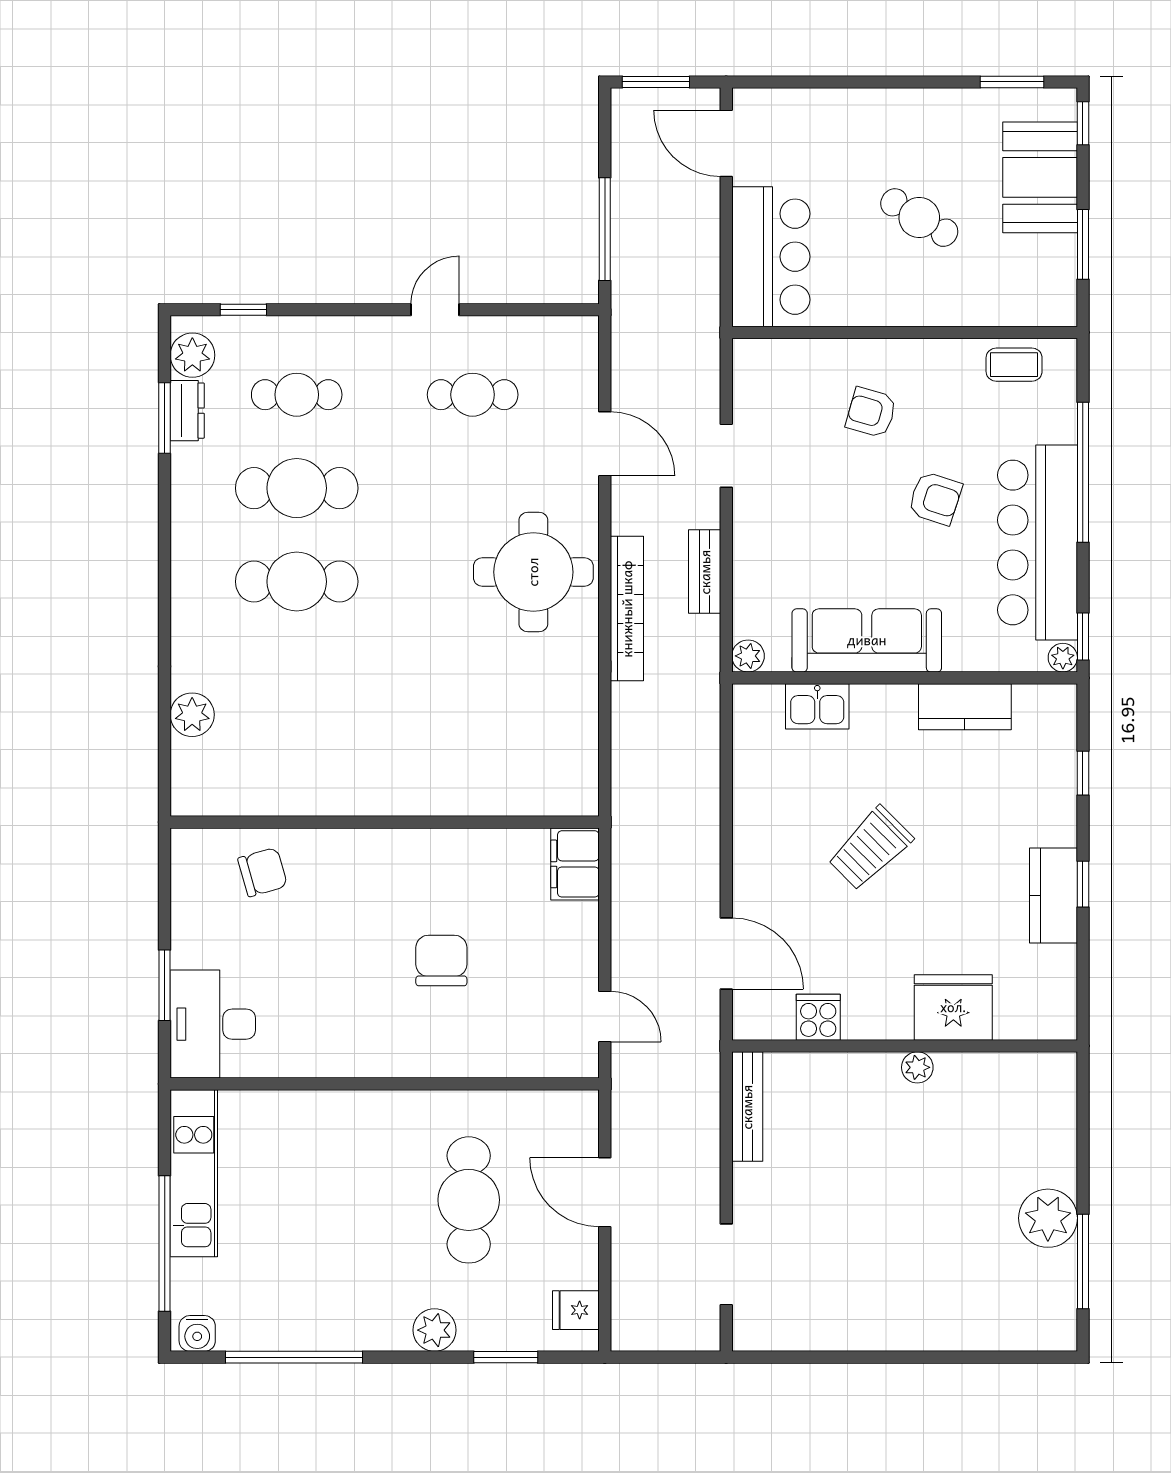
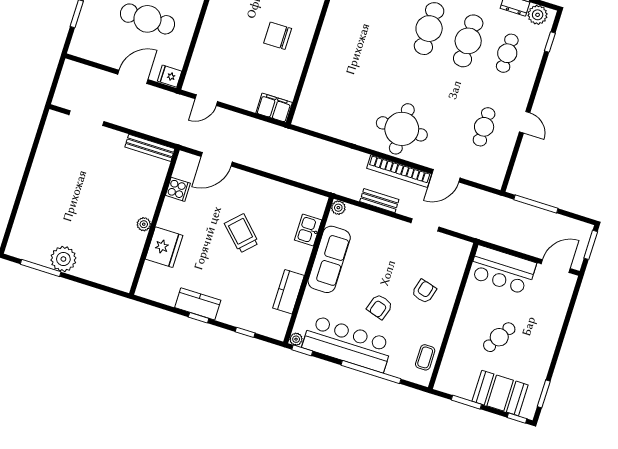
bookcase: (627, 609) -> (399, 171), moved
chair: (441, 961) -> (278, 36), moved, turned 180
fridge: (576, 1310) -> (170, 76), moved, turned -90

